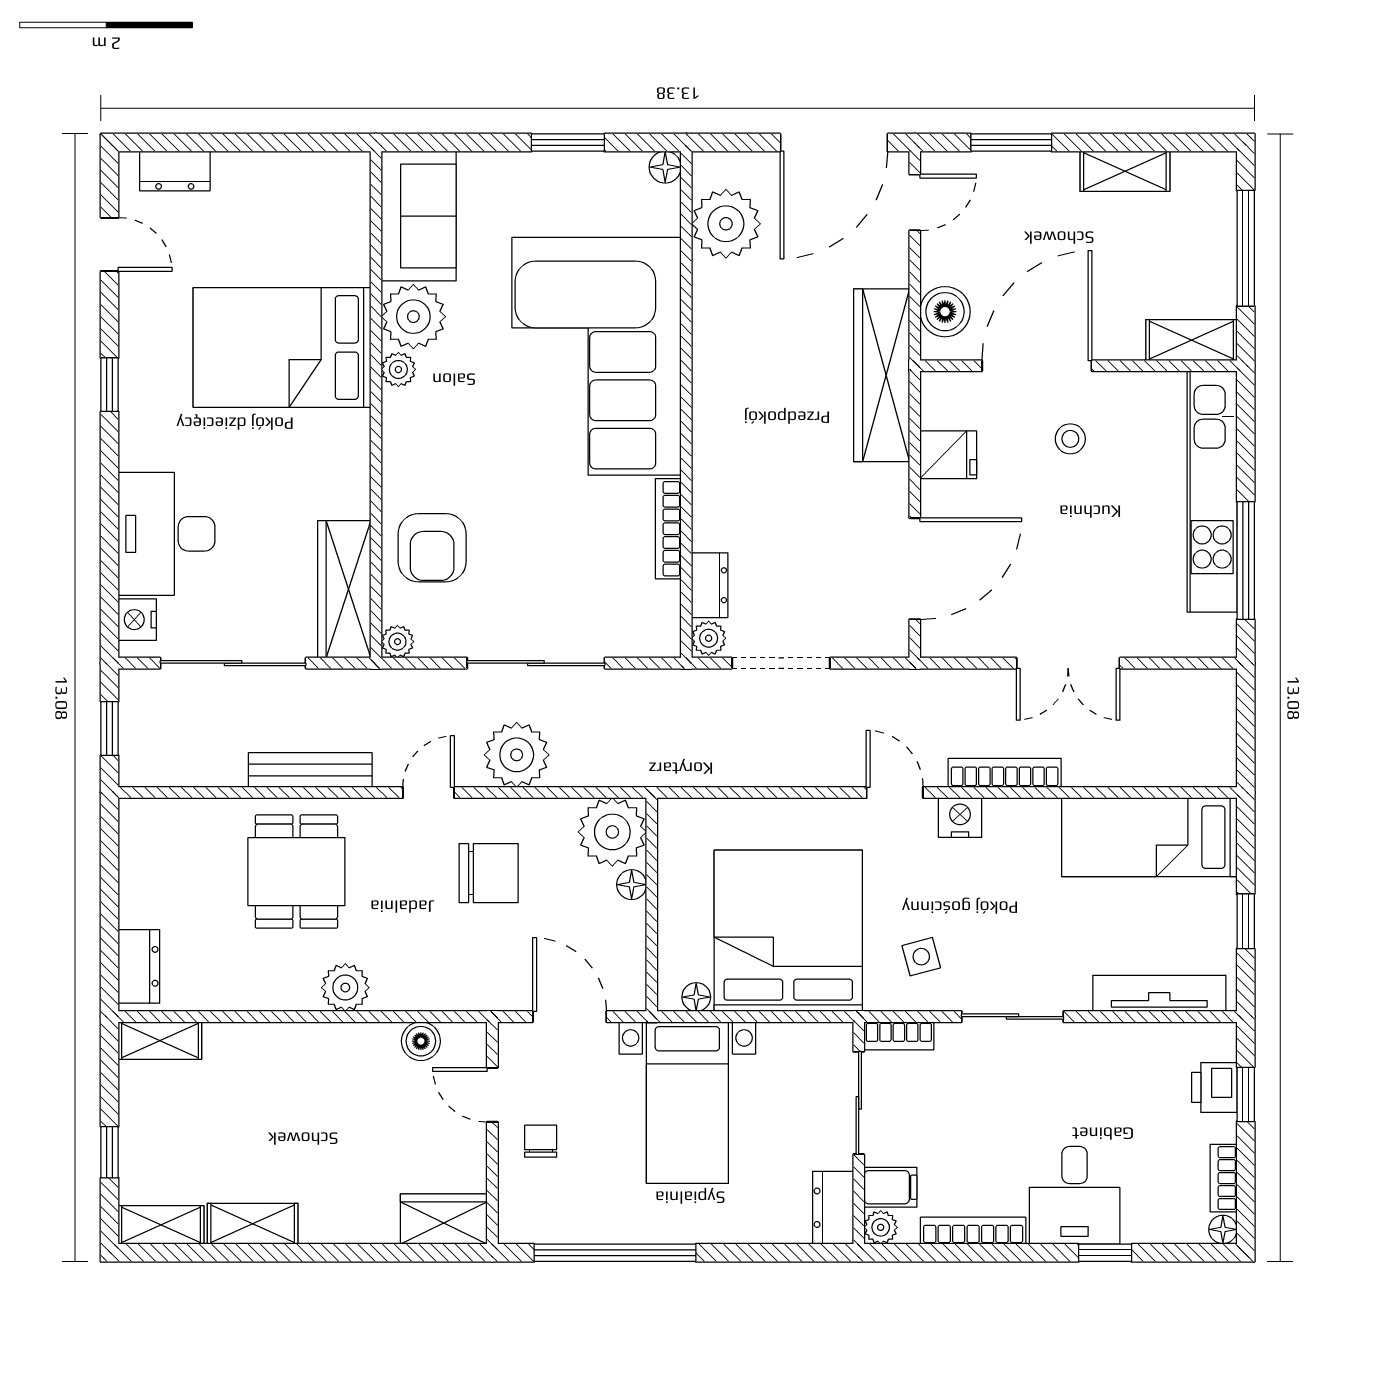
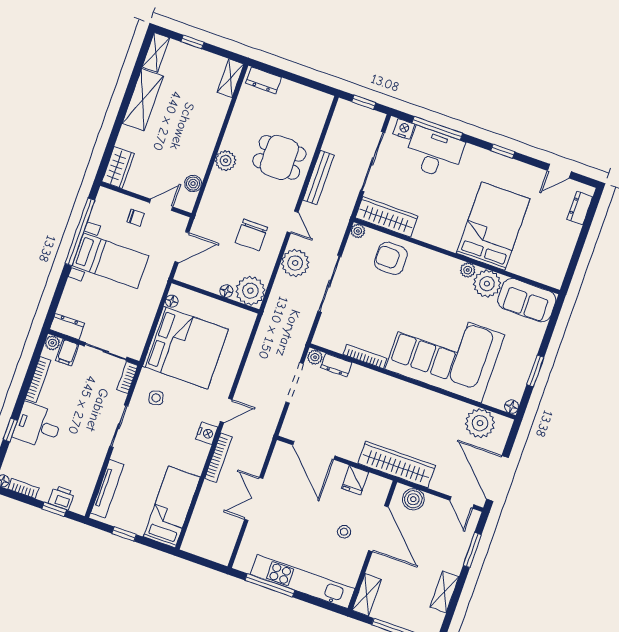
window: (110, 547) -> (437, 128), added
bed with nightstands: (687, 1103) -> (110, 261), moved, turned 180
shelving: (253, 1224) -> (143, 100), width x1.50, depth x1.33

